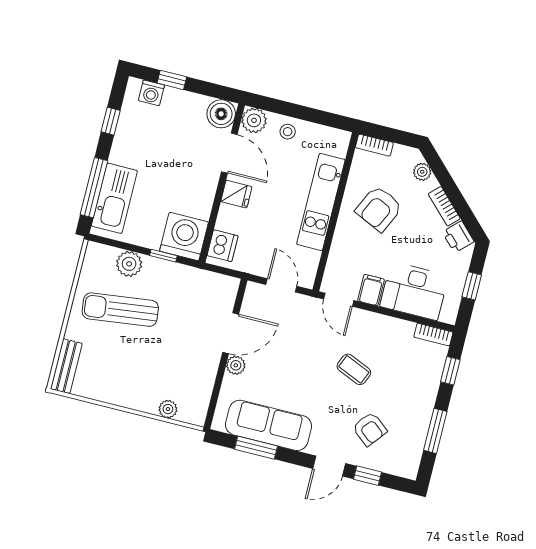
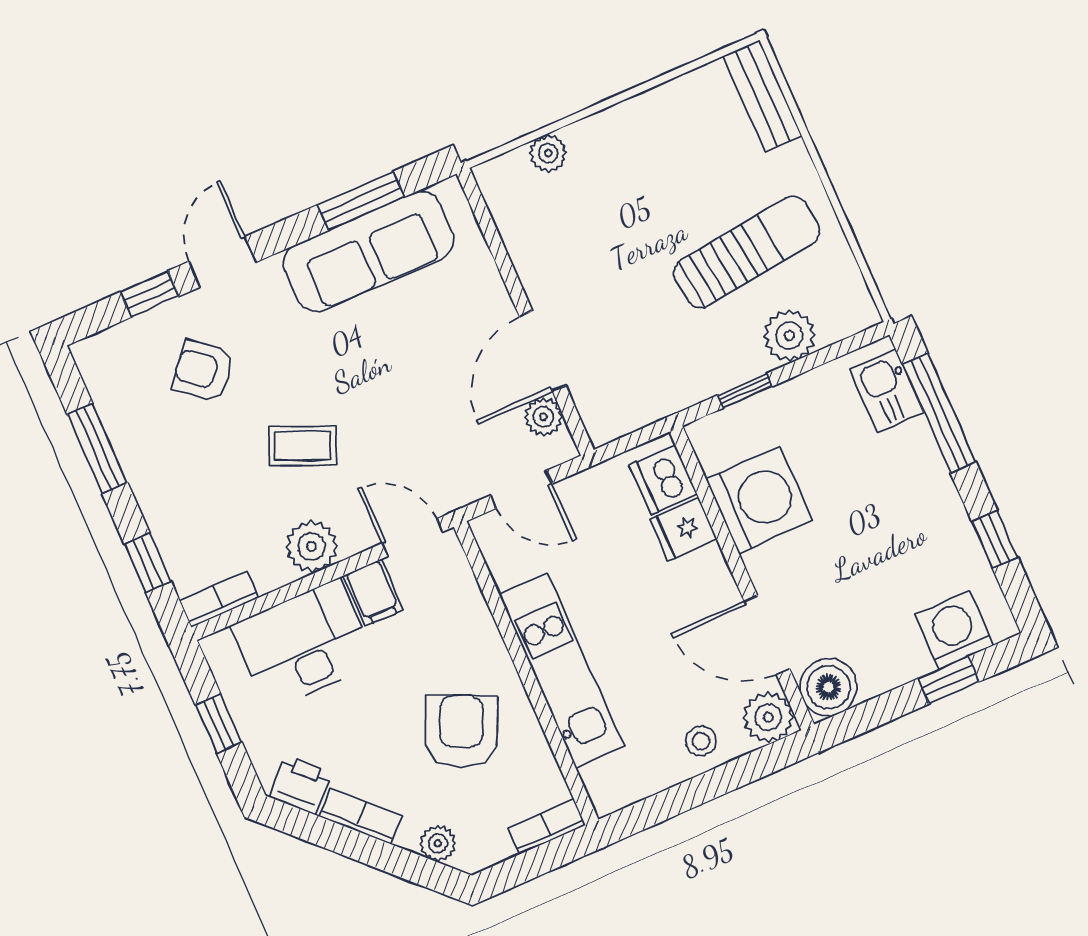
washing machine: (151, 93) -> (954, 630), width x1.38, depth x1.38
fridge: (236, 194) -> (683, 529), moved
kitchen sink: (114, 198) -> (887, 391), width x0.53, depth x0.81
washing machine: (184, 237) -> (759, 500), moved, turned -90
plant: (381, 327) -> (311, 546), added
plant: (236, 365) -> (543, 417), moved

